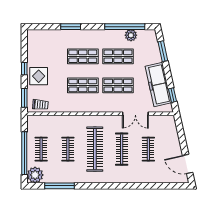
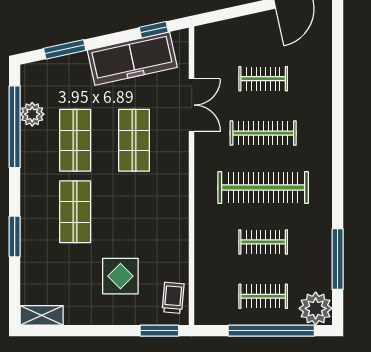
shelving: (32, 40) -> (42, 315), added
window: (24, 69) -> (100, 331), removed
display table: (39, 76) -> (120, 276), moved
shop shelf: (83, 85) -> (134, 212), removed

